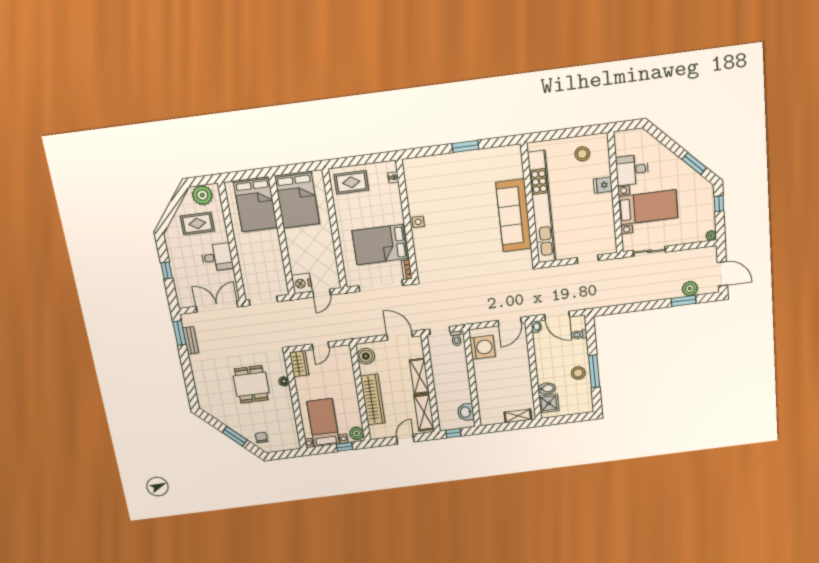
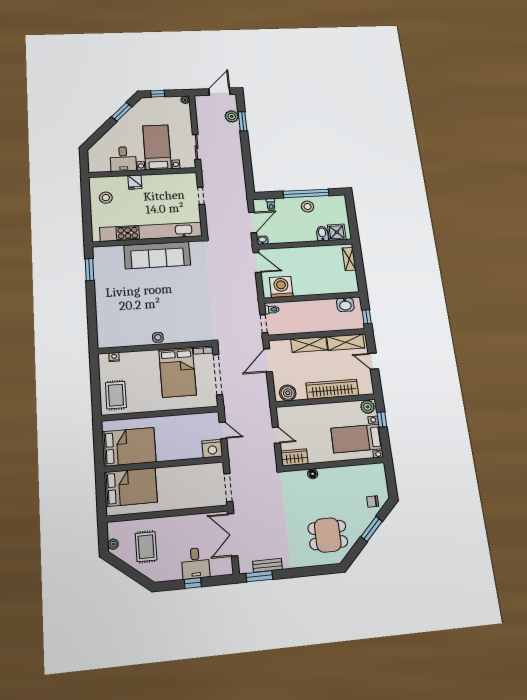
window: (465, 146) -> (90, 270), moved
plant: (202, 195) -> (113, 544), width x0.53, depth x0.53
desk: (217, 257) -> (195, 563), moved, turned 180
window: (594, 371) -> (306, 193), width x1.46
dining table: (251, 384) -> (328, 535), moved

